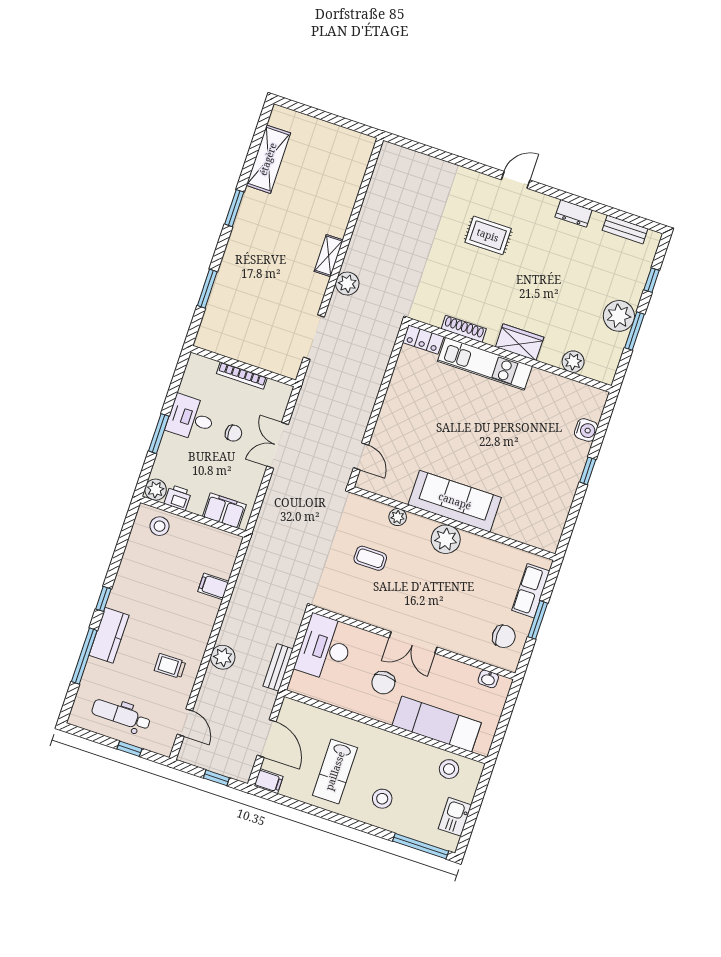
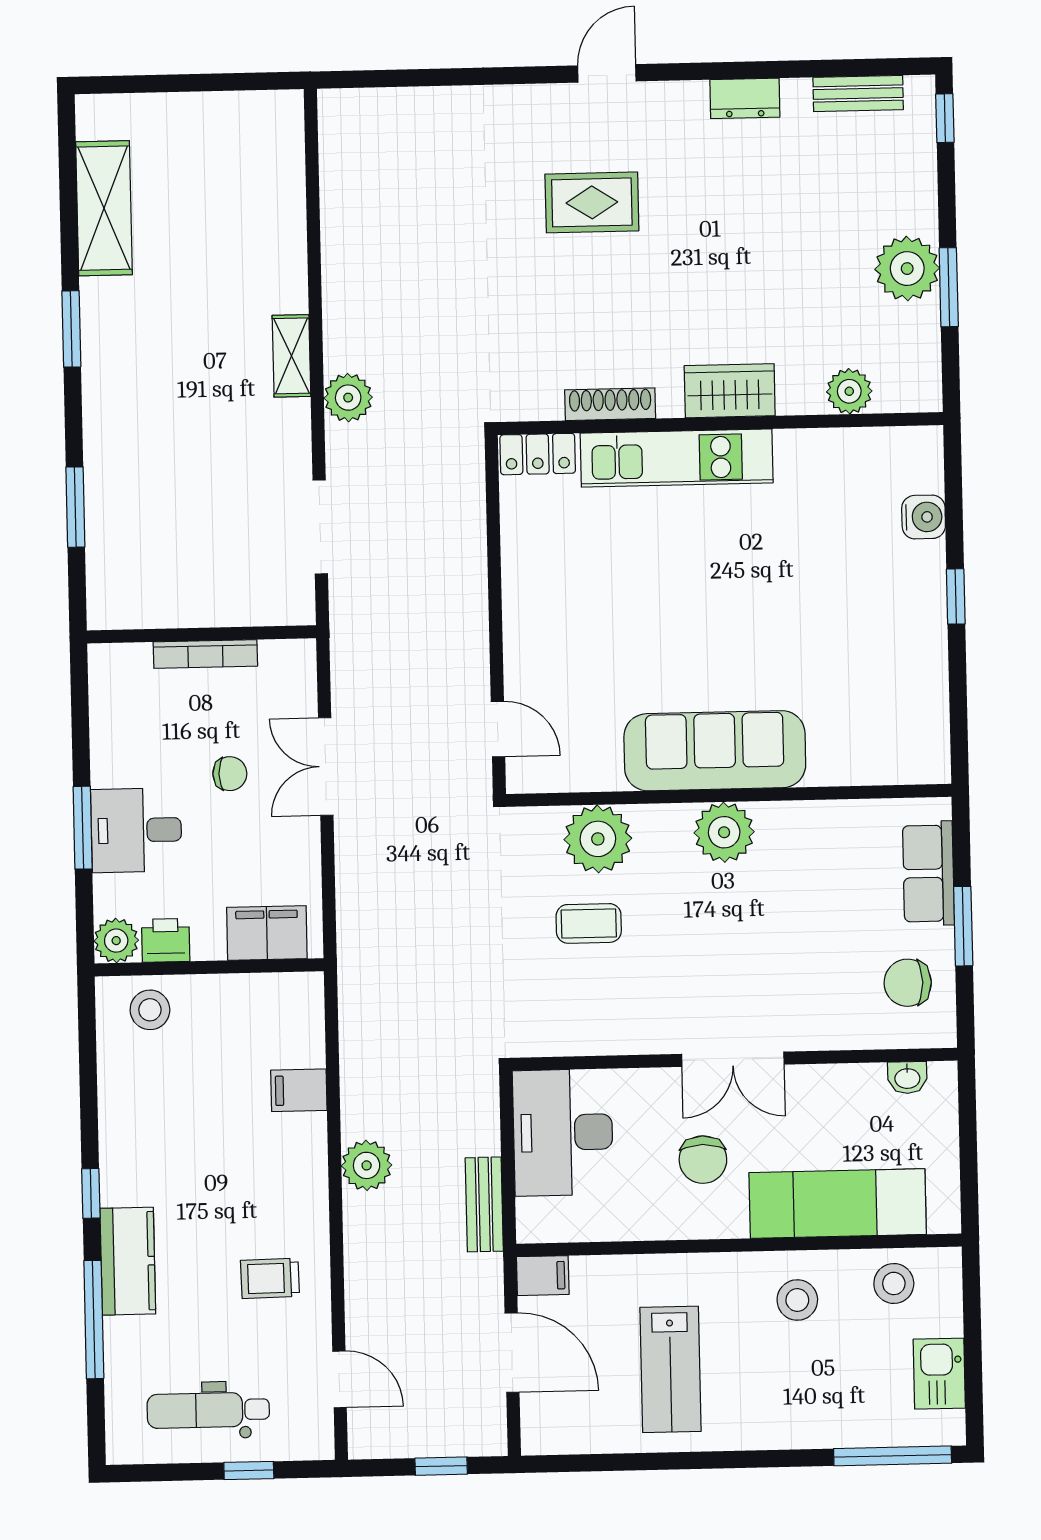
window: (652, 280) -> (945, 118), moved
desk: (191, 418) -> (136, 830), moved
plant: (398, 517) -> (598, 839), width x1.87, depth x1.87
chair: (504, 636) -> (908, 983), turned 180
plant: (223, 657) -> (367, 1165), moved
filing cabinet: (269, 781) -> (543, 1276), moved
stool: (382, 799) -> (797, 1300), moved

